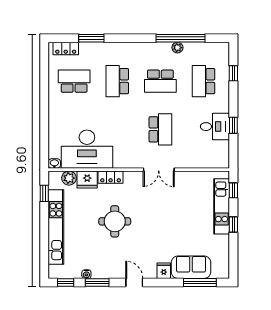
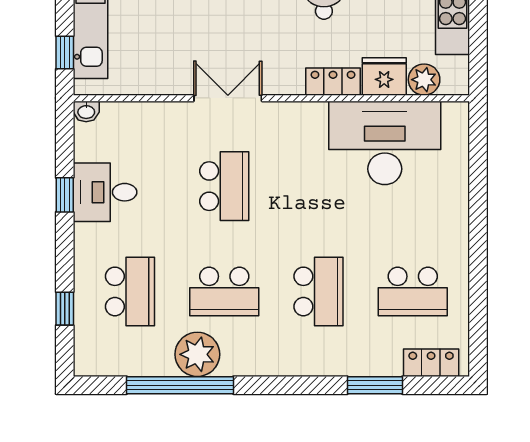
plant: (177, 48) -> (197, 354), width x1.88, depth x1.88
school desk: (160, 81) -> (224, 291), turned 180
school desk: (160, 129) -> (224, 186), turned 180
washbasin: (54, 163) -> (86, 111), moved
window: (44, 193) -> (478, 46), removed

